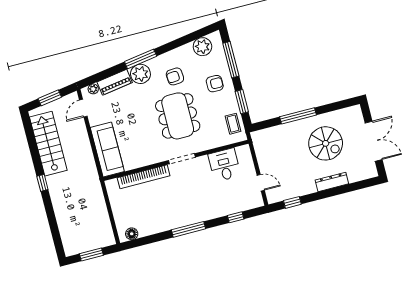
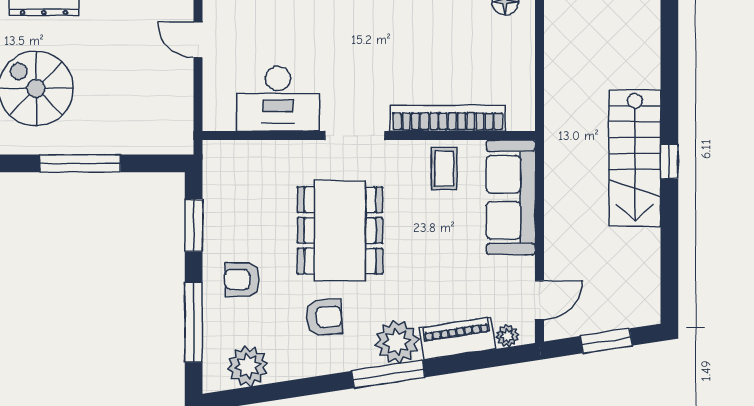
coffee table: (233, 124) -> (444, 168), moved
stairs: (48, 144) -> (635, 158), moved
desk: (224, 165) -> (278, 99), width x1.37

